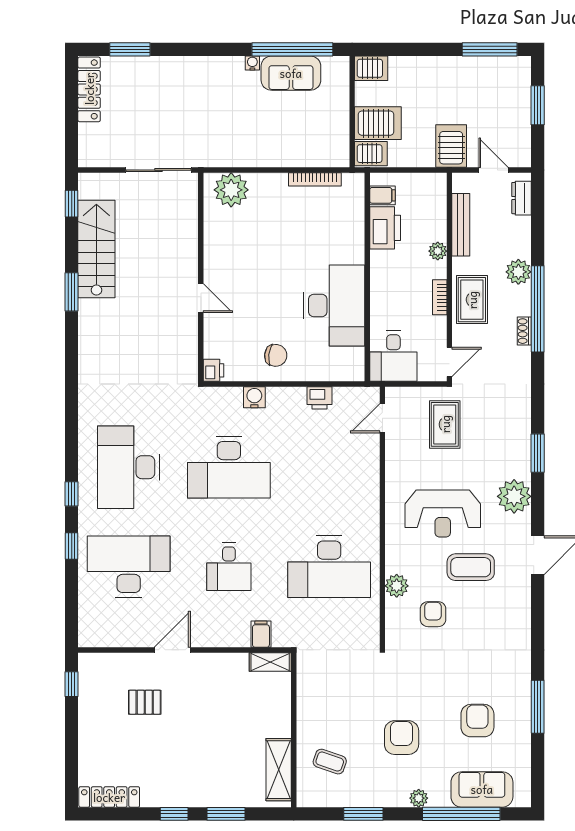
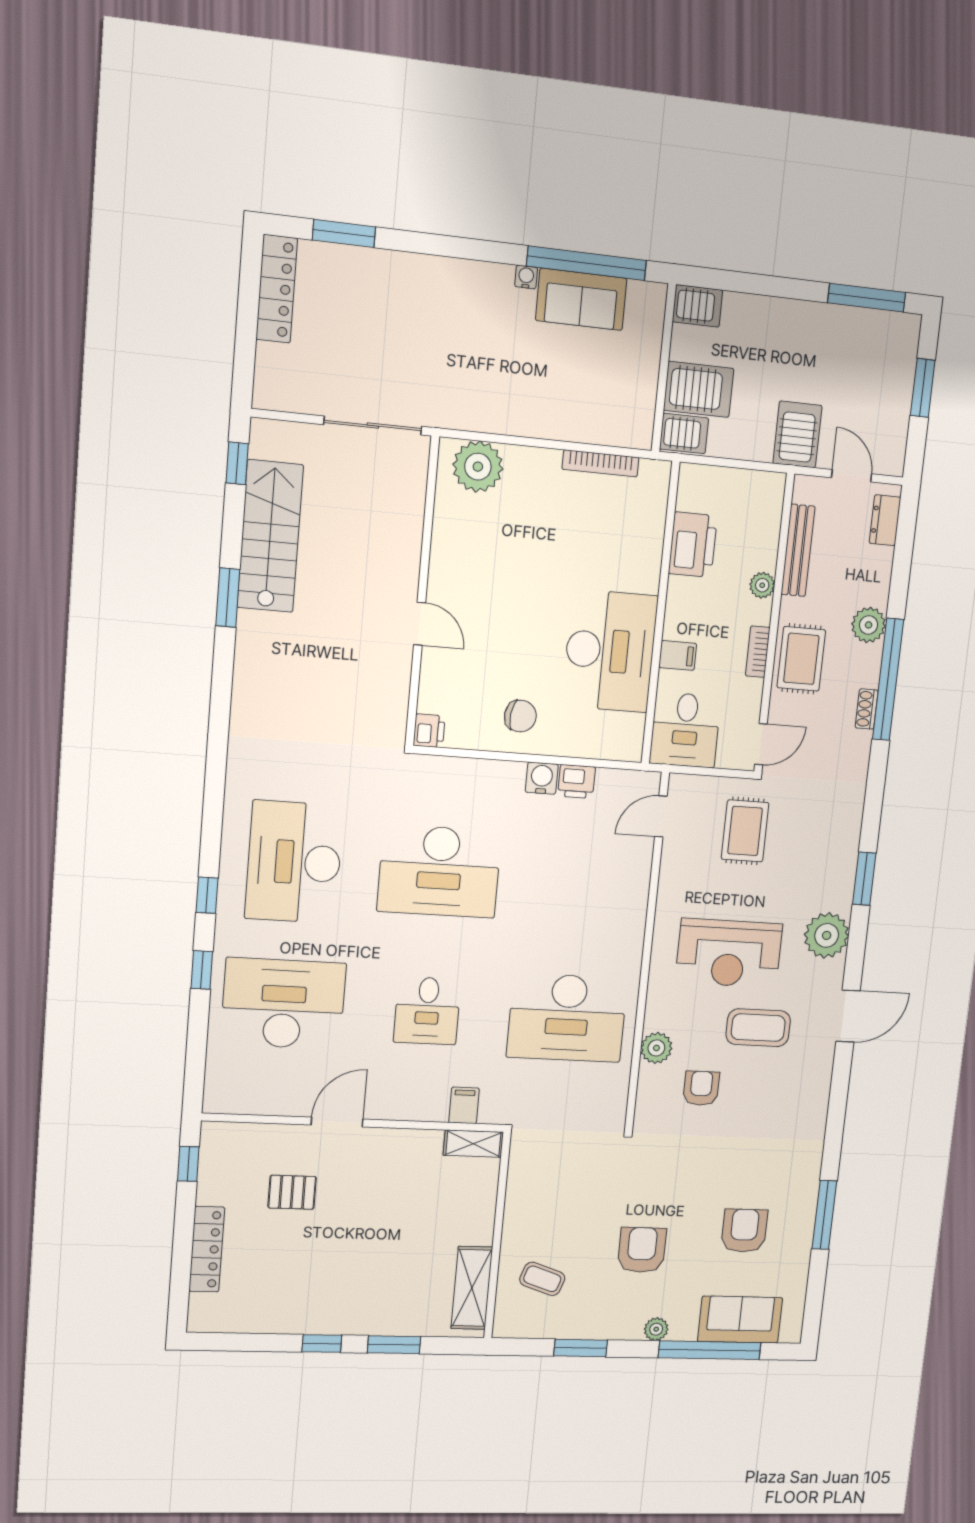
filing cabinet: (382, 195) -> (678, 655), moved
water cooler: (254, 397) -> (542, 778), moved
locker: (109, 797) -> (207, 1249), moved, turned 90

